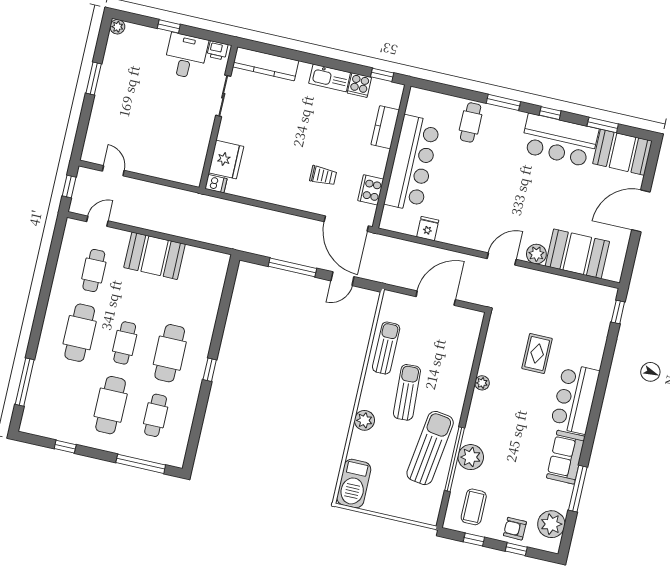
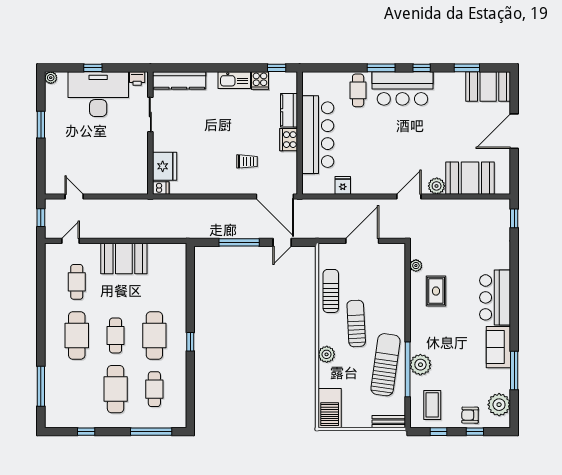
desk: (186, 56) -> (98, 94), width x1.87, depth x1.30
bar counter: (559, 140) -> (402, 88), moved
cooker: (371, 190) -> (289, 140), moved
rug: (537, 354) -> (436, 291), moved
plant: (482, 383) -> (416, 266), moved
bench: (419, 515) -> (389, 422), added

